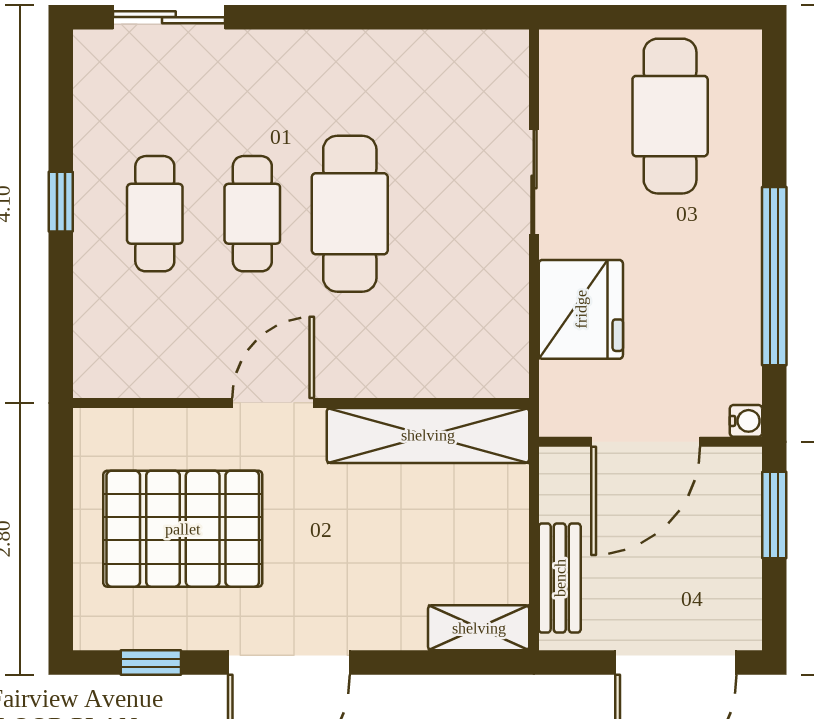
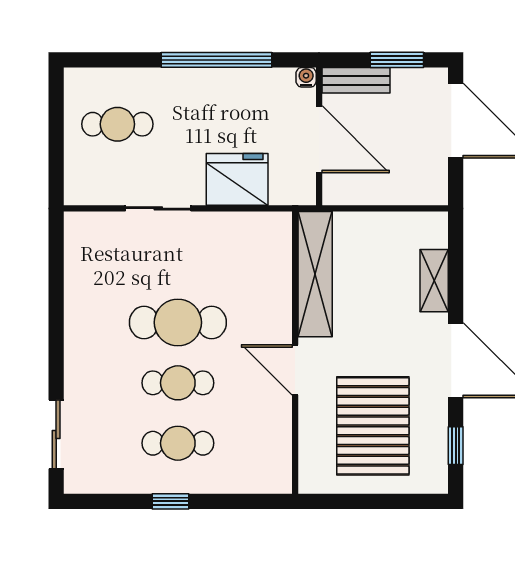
cafe table: (670, 116) -> (117, 124), width x0.73, depth x0.74
window: (774, 515) -> (397, 60), moved
bench: (560, 578) -> (356, 80), moved
shelving: (479, 628) -> (434, 281), moved

